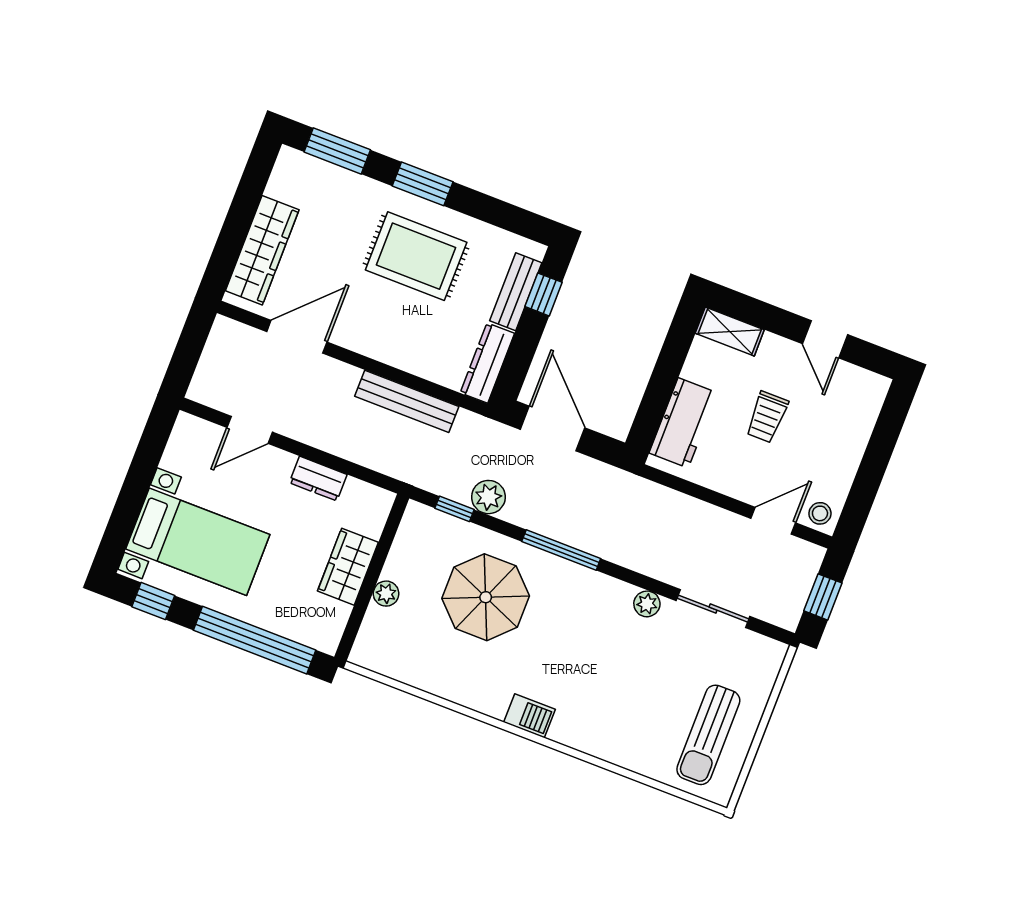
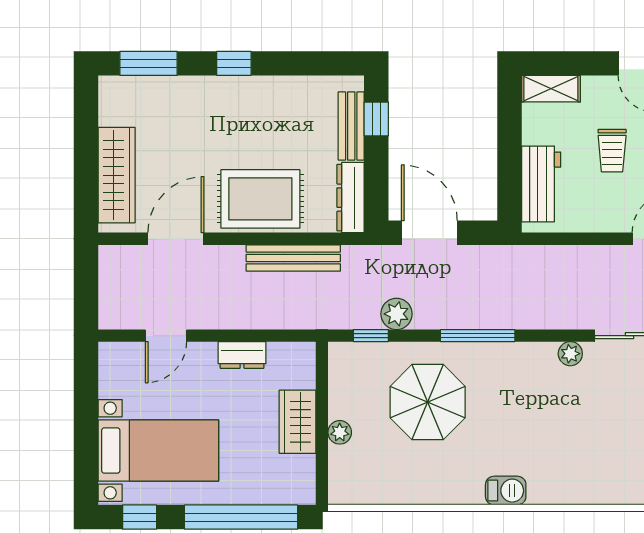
window: (423, 184) -> (234, 63), width x0.67
rug: (416, 256) -> (260, 199), moved

